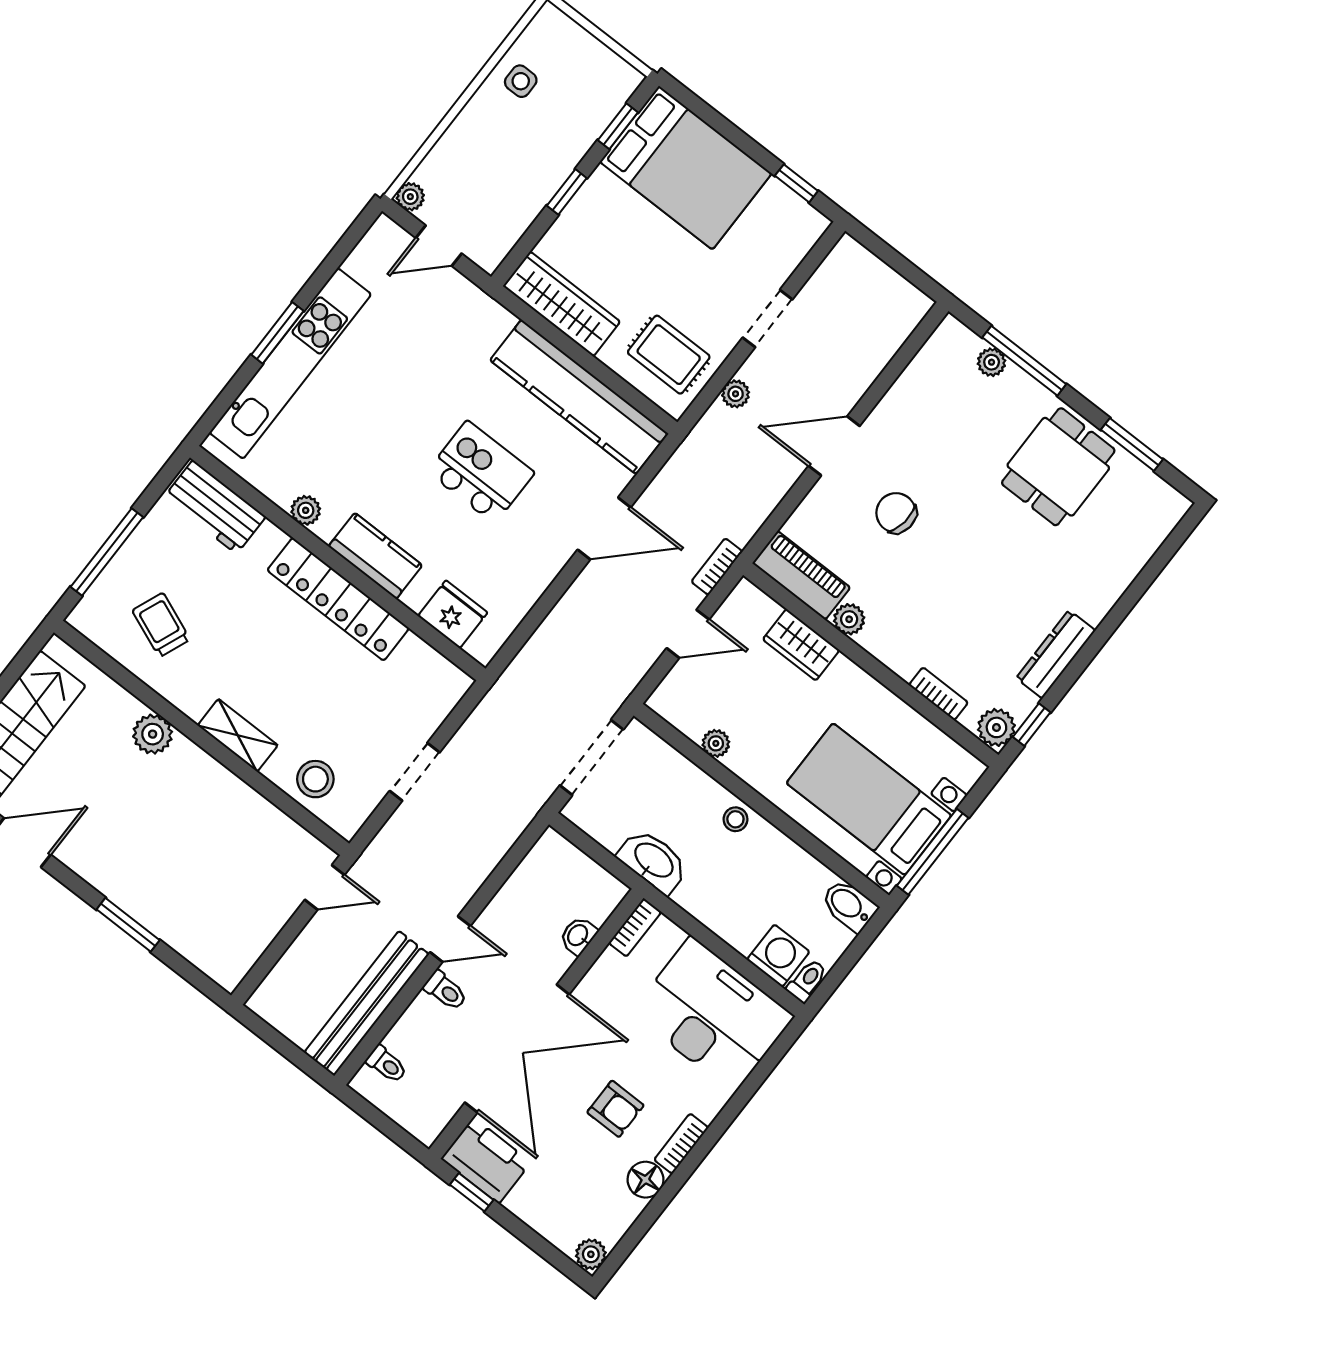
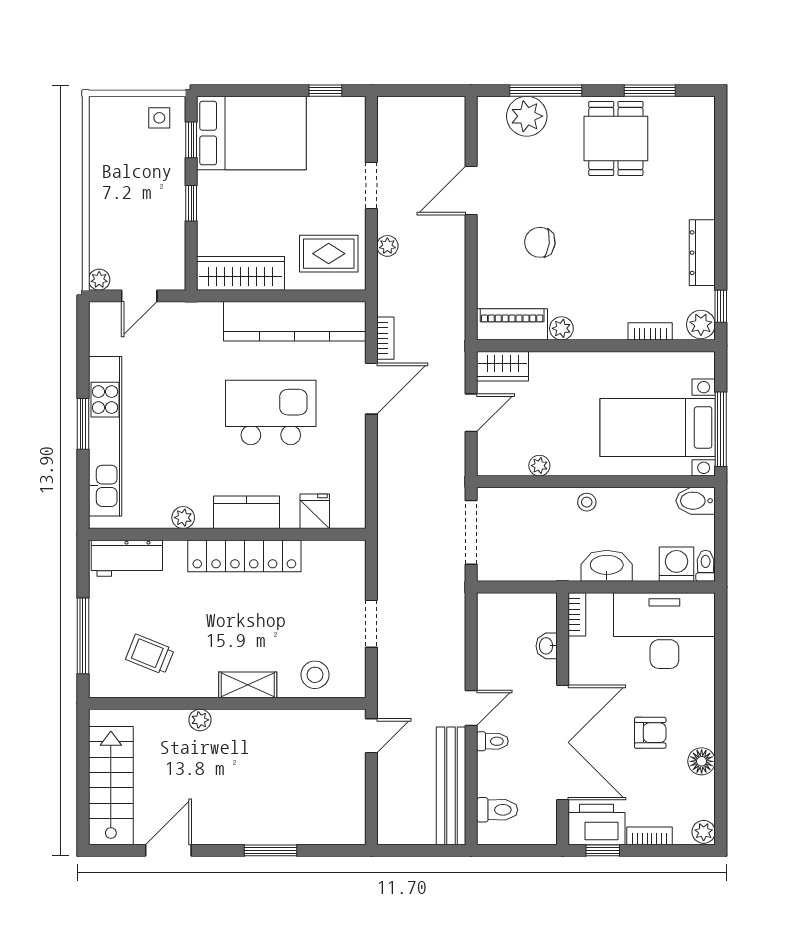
side table: (521, 81) -> (159, 118), moved
plant: (992, 362) -> (527, 116), width x1.88, depth x1.88
door: (834, 446) -> (471, 190), moved
kitchen island: (481, 472) -> (271, 412), width x1.37, depth x1.28
bookcase: (717, 567) -> (385, 338), moved, turned 180
fridge: (453, 614) -> (315, 511), width x0.72
wardrobe: (801, 645) -> (503, 366), moved
plant: (153, 734) -> (200, 720), width x0.73, depth x0.73
washbasin: (653, 861) -> (607, 566), moved
toilet: (387, 1064) -> (497, 810), width x1.37, depth x1.39
bookcase: (681, 1144) -> (650, 836), moved, turned 90

